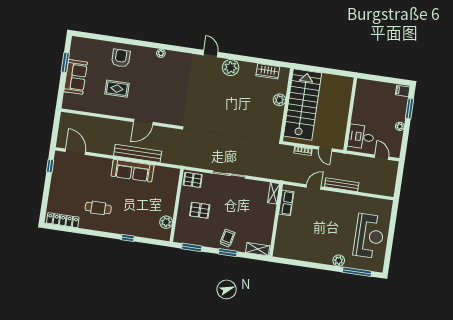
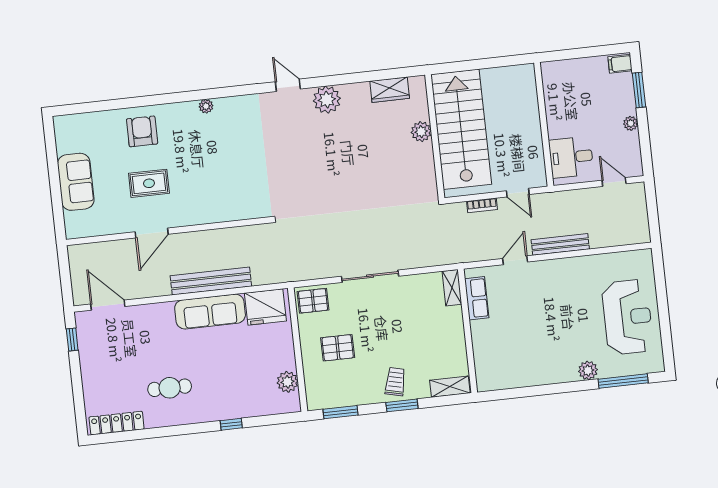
window: (65, 63) -> (53, 163), removed
door: (143, 122) -> (152, 233), moved
fridge: (165, 176) -> (265, 307), added

